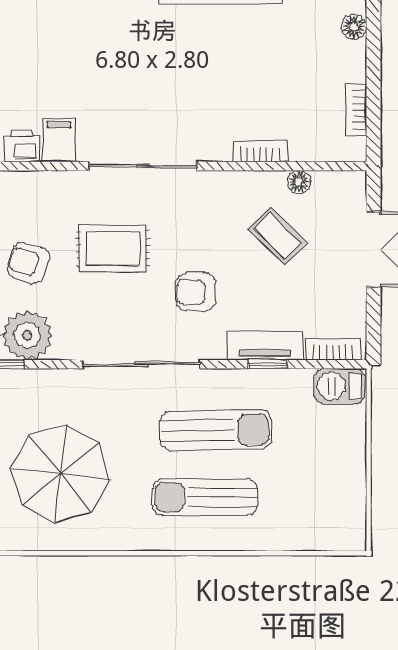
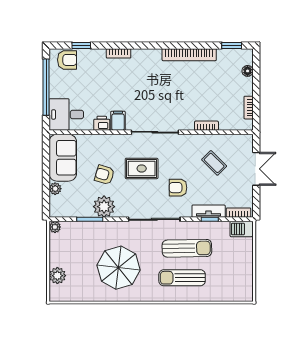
floor lamp: (299, 182) -> (223, 139), removed

